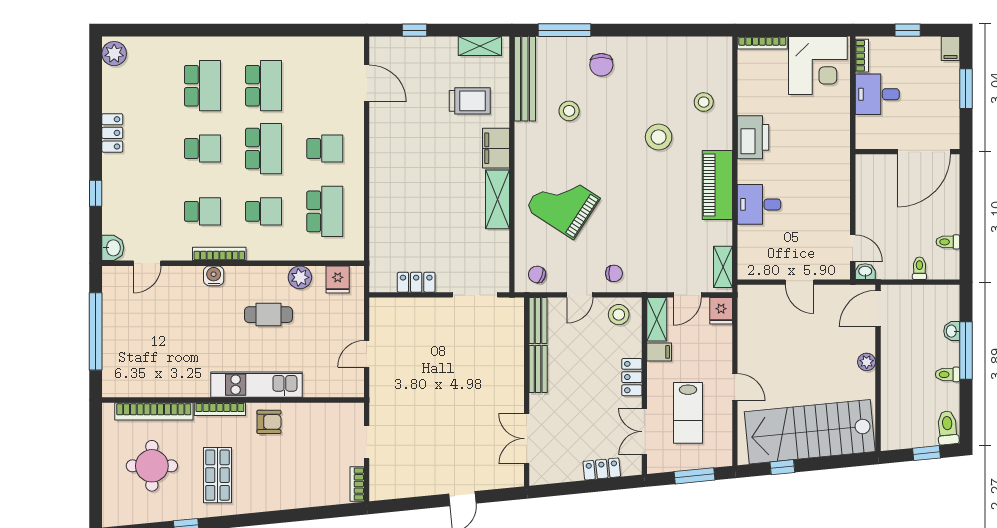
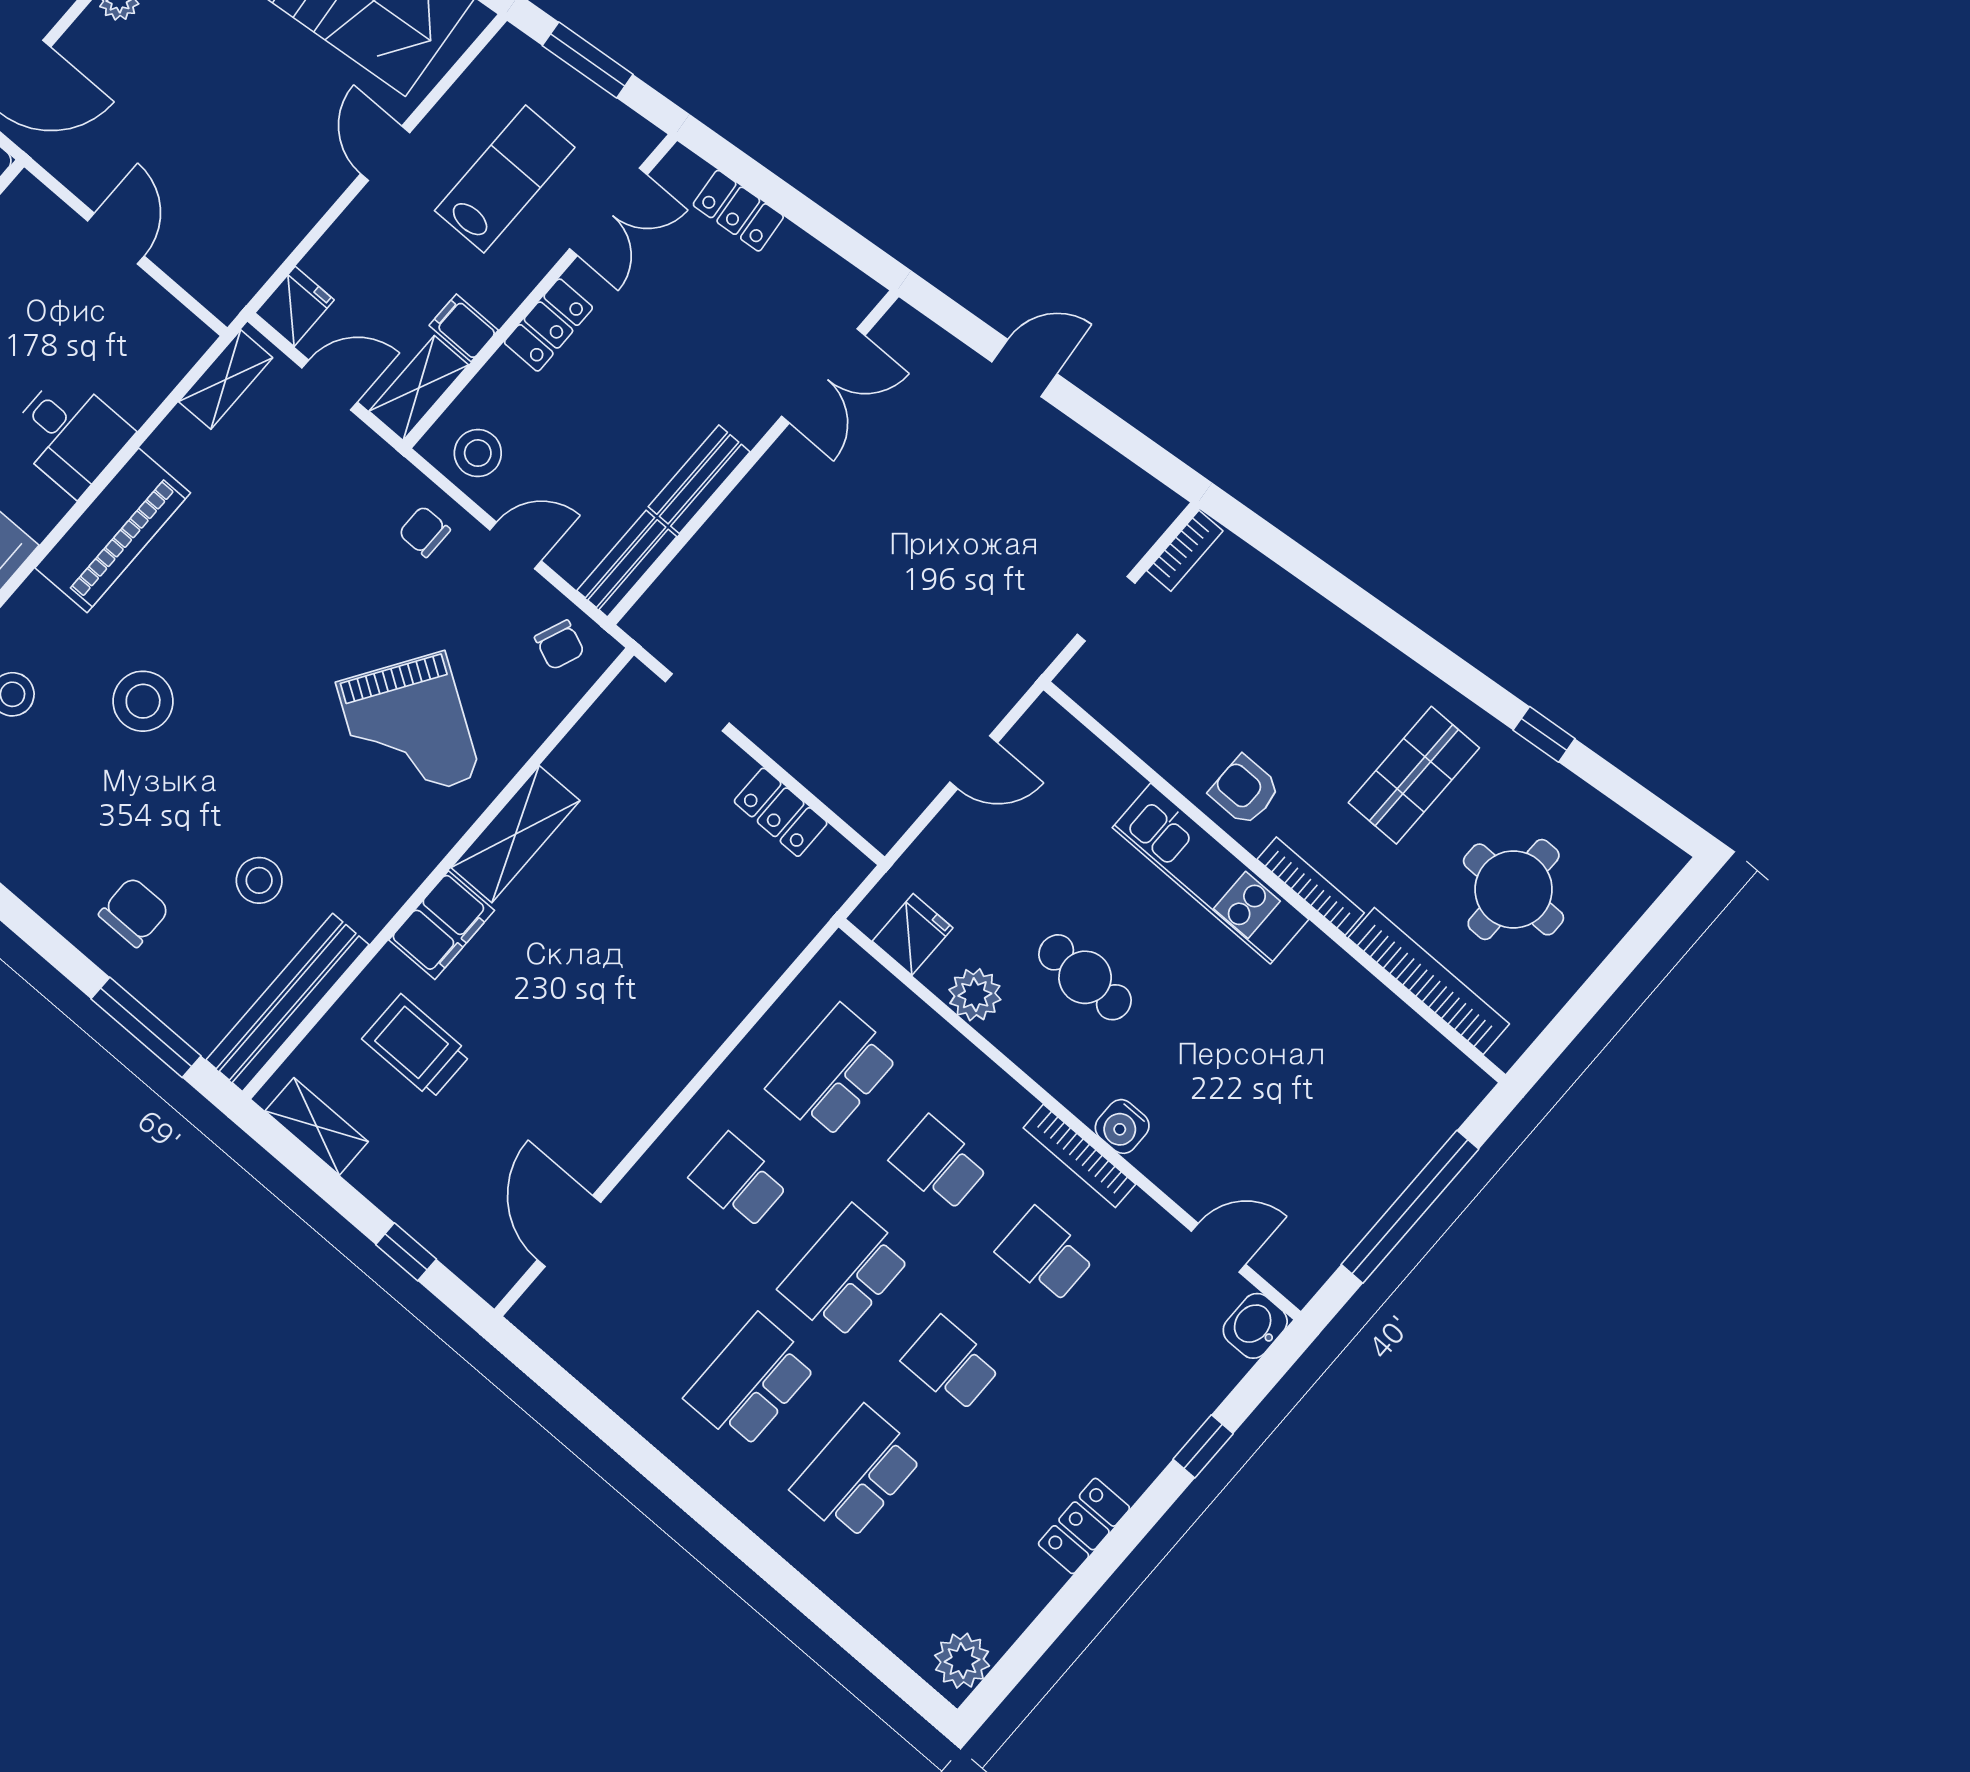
doorway: (475, 295) -> (697, 702), width x0.73

